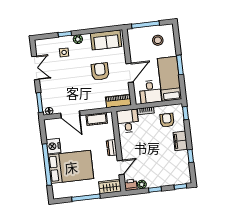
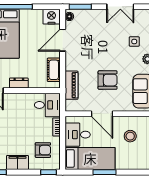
stool: (158, 40) -> (130, 136), moved
piano: (118, 101) -> (71, 85), moved
nightstand: (53, 146) -> (51, 17), moved

